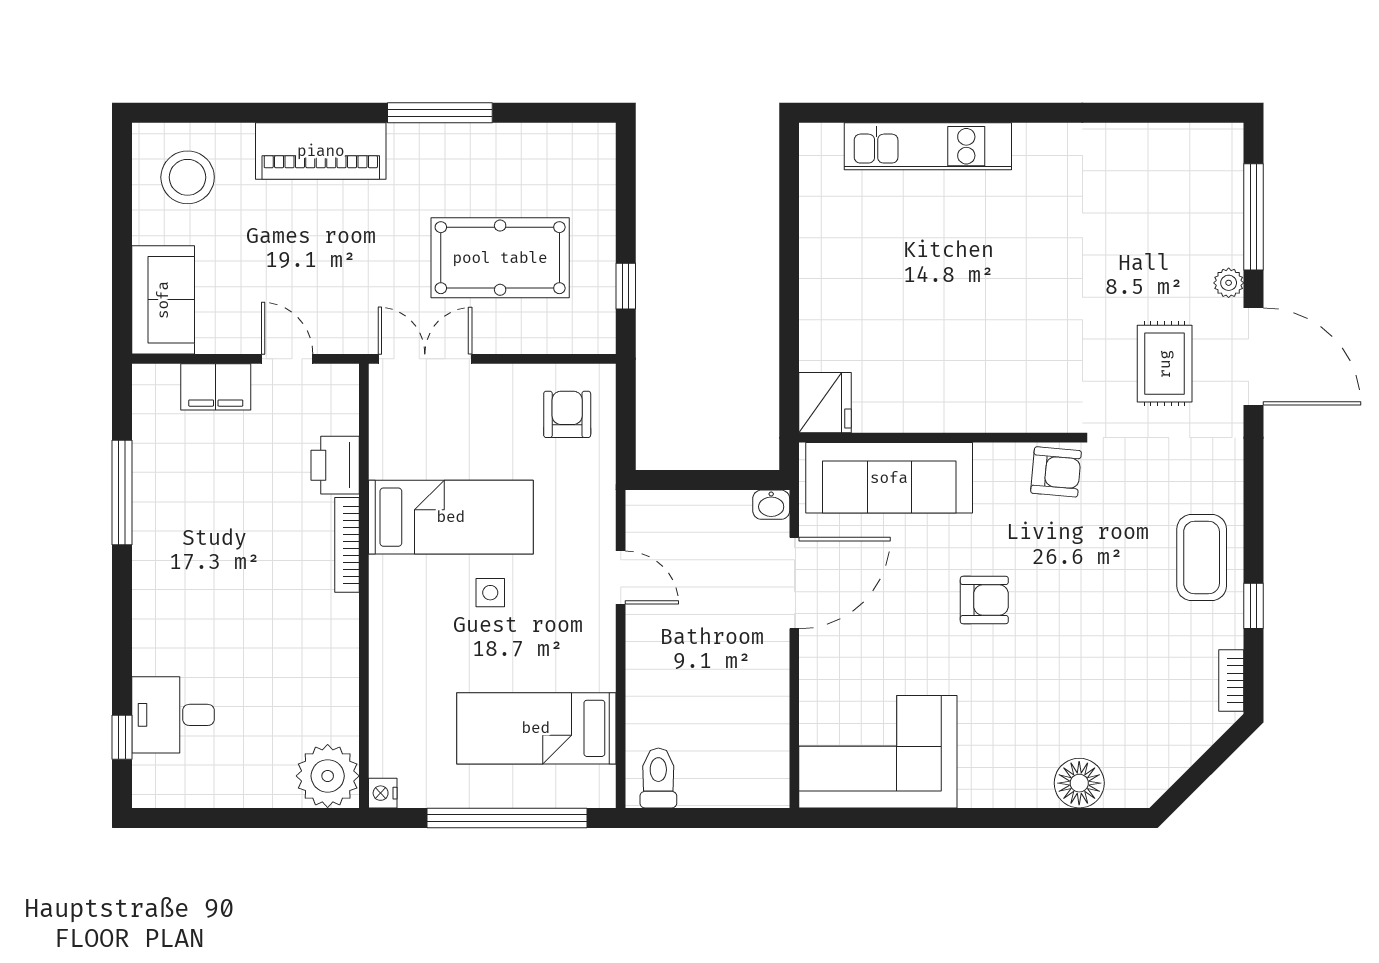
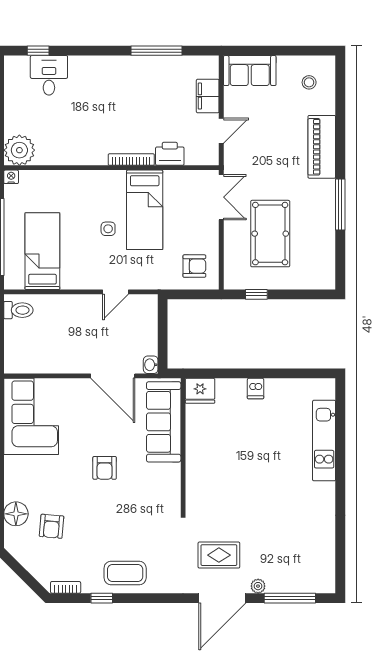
stool: (188, 177) -> (309, 82), width x0.53, depth x0.53
dishwasher: (820, 288) -> (256, 389), added
armchair: (1056, 472) -> (52, 526), moved

